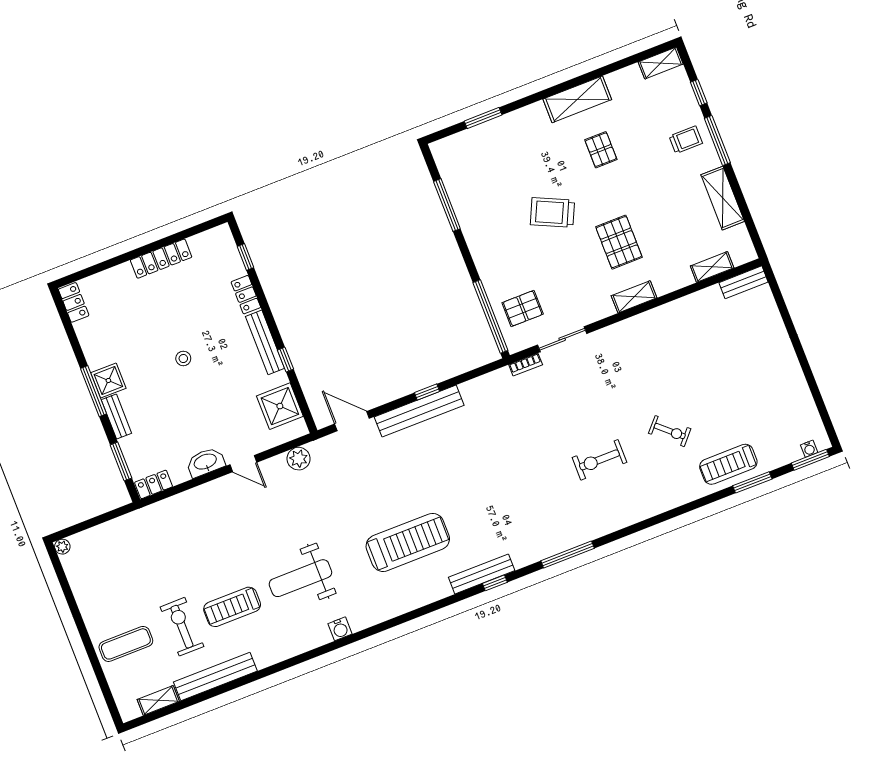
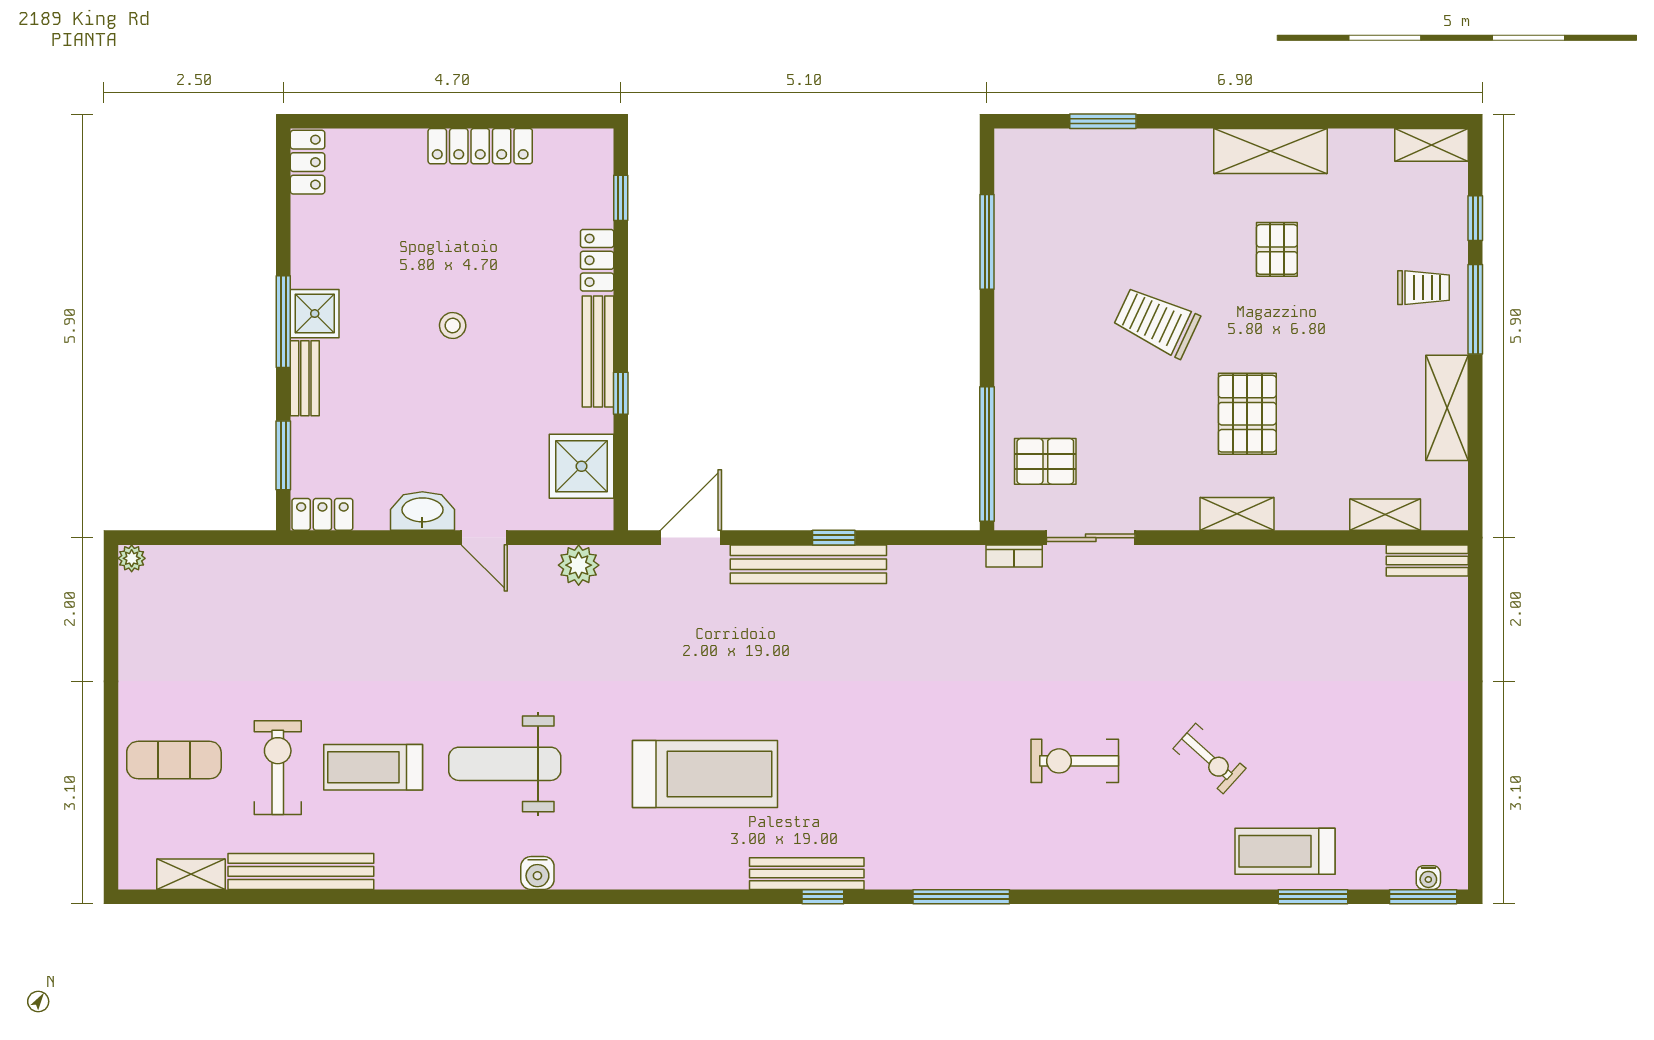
door: (352, 421) -> (691, 538), hinge flipped

